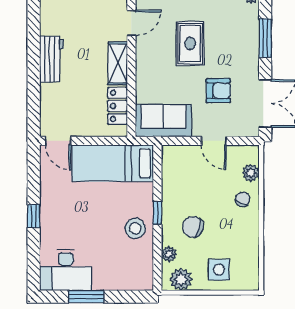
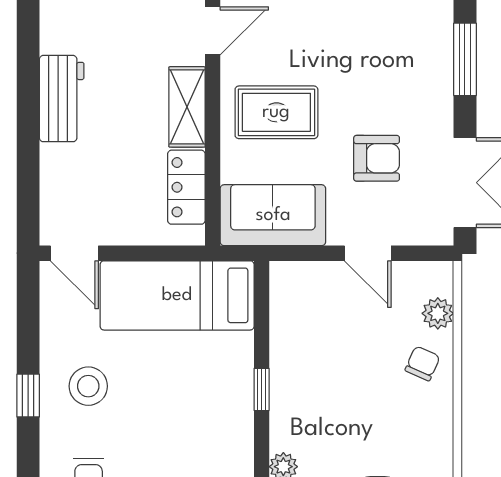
rug: (190, 43) -> (276, 112), moved, turned 90
chair: (193, 227) -> (328, 416), removed
stool: (135, 228) -> (88, 386), moved

